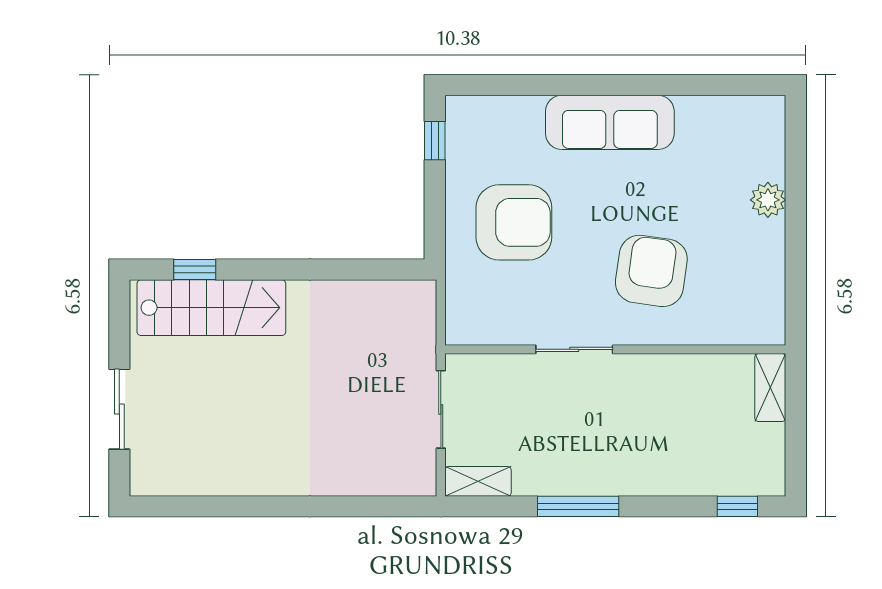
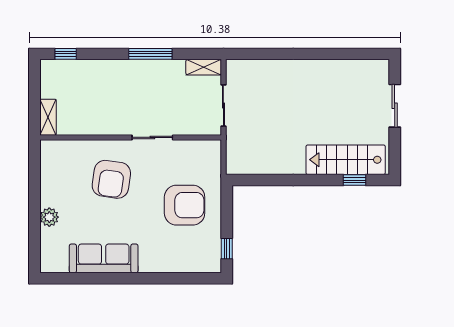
sofa: (610, 122) -> (104, 258), moved
armchair: (514, 222) -> (185, 205), turned 180

